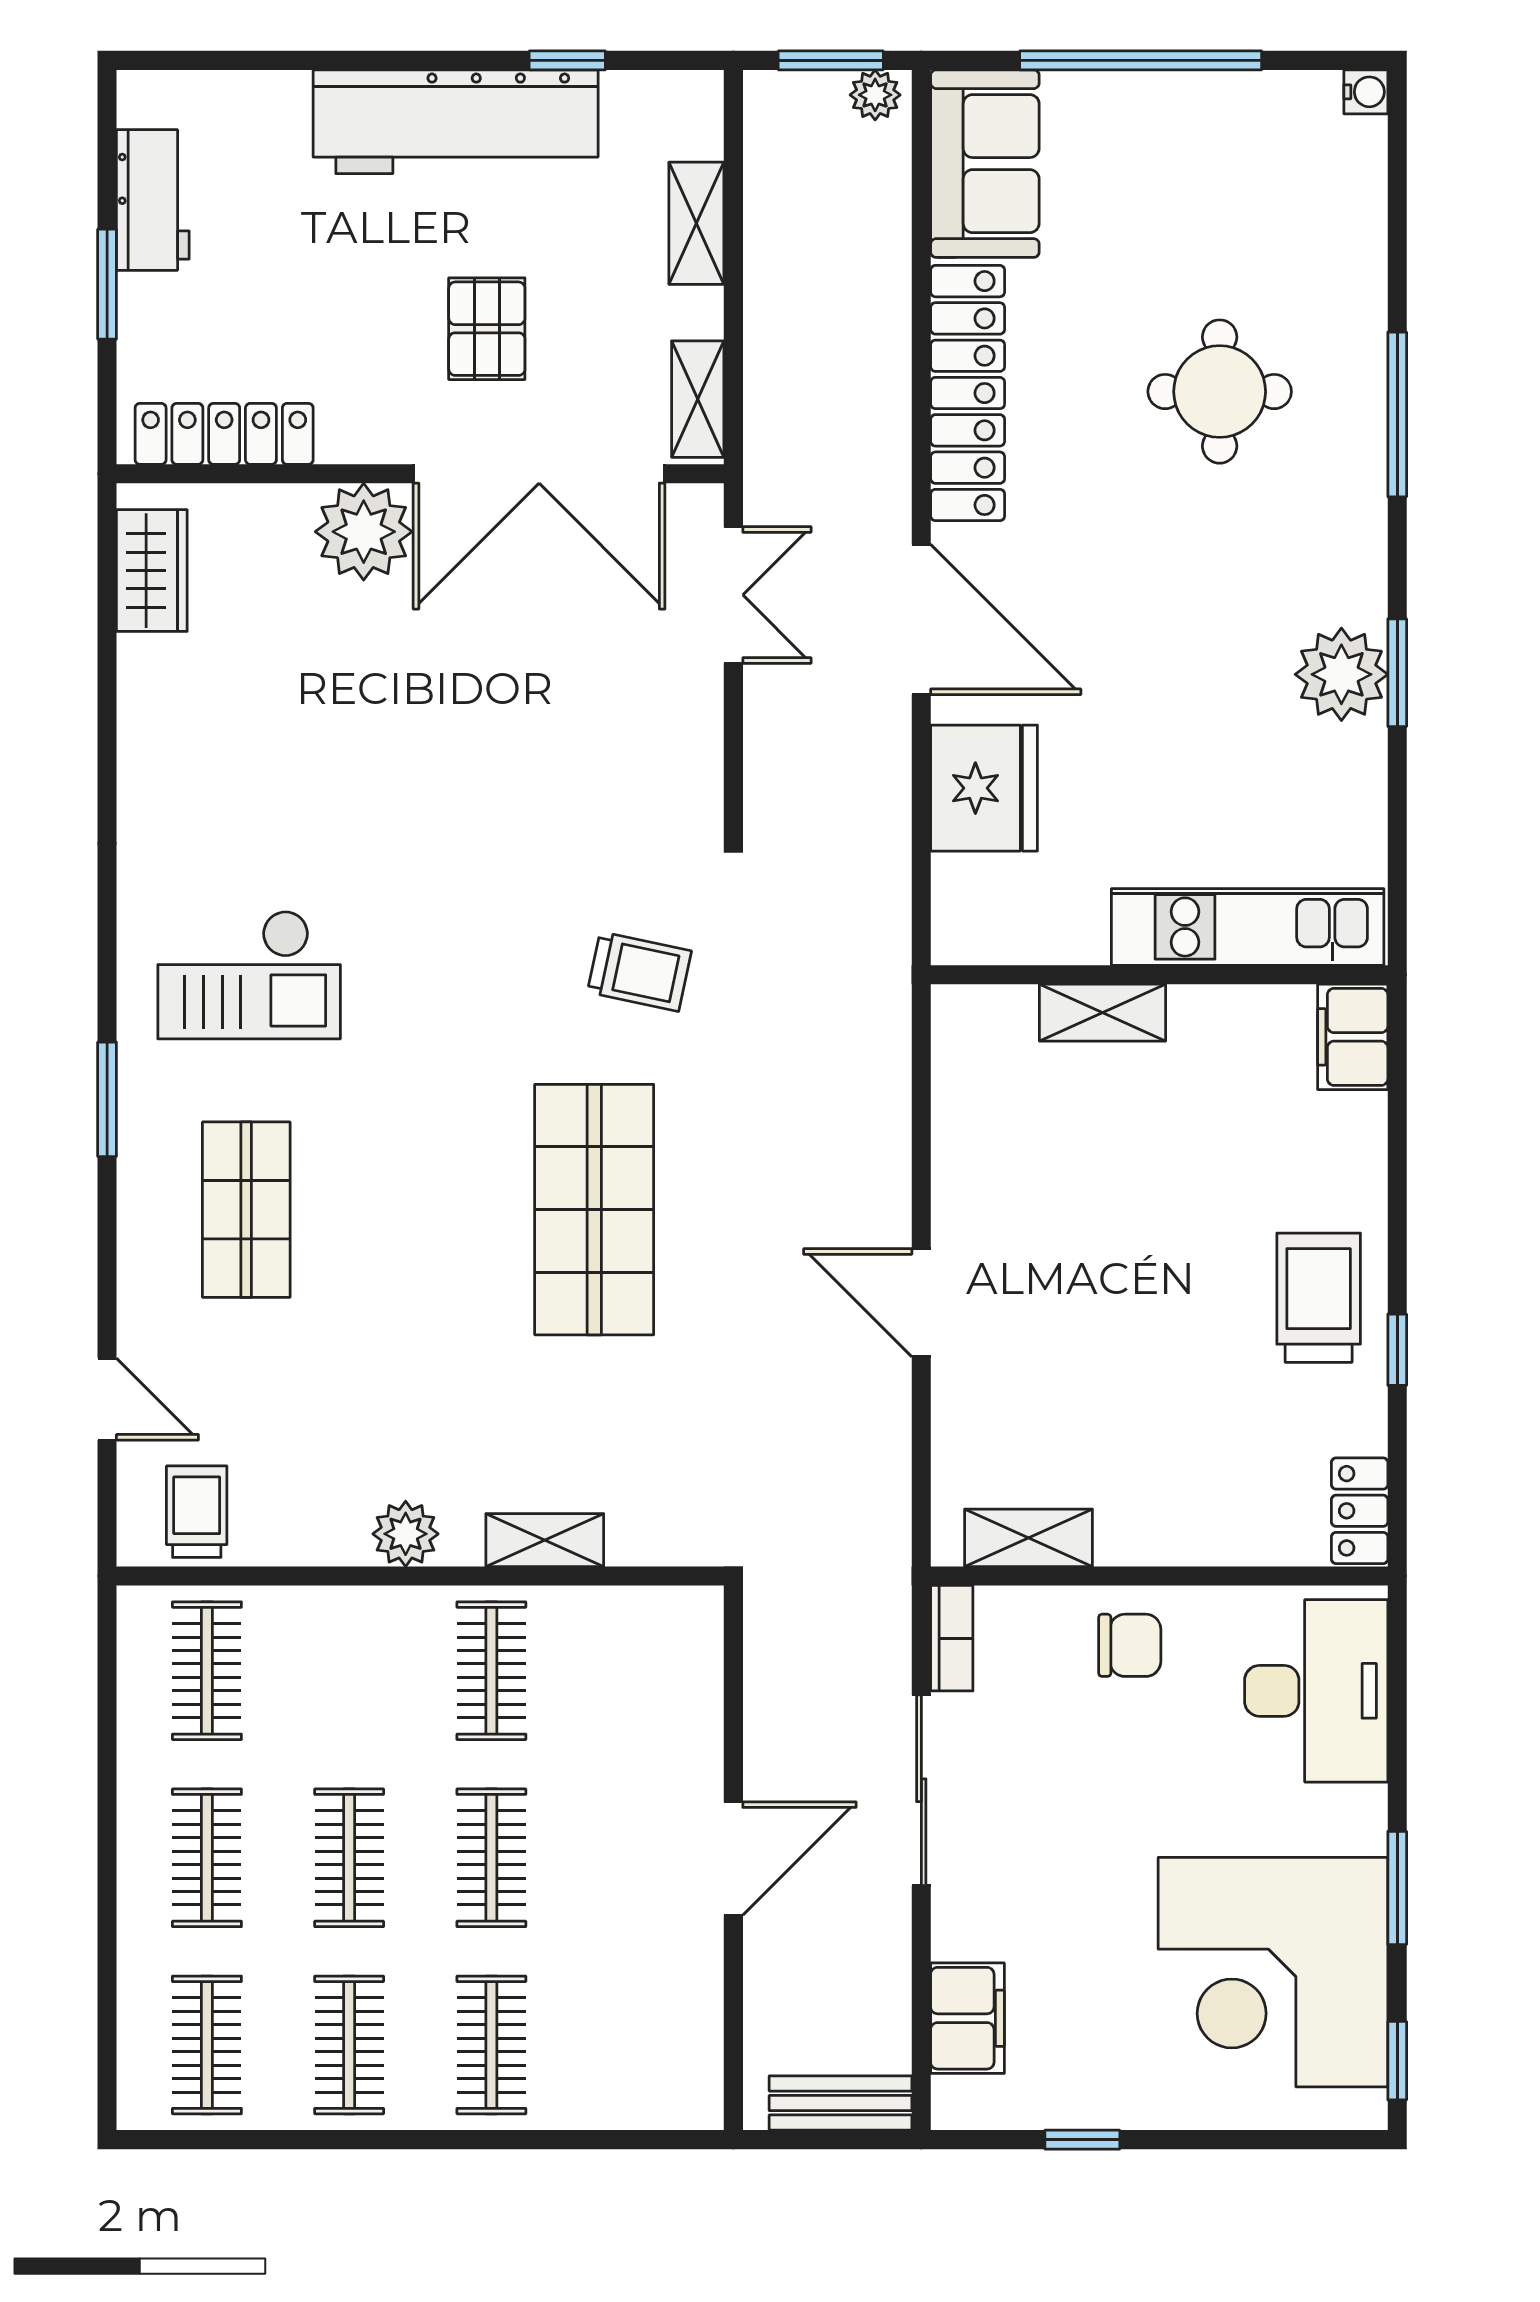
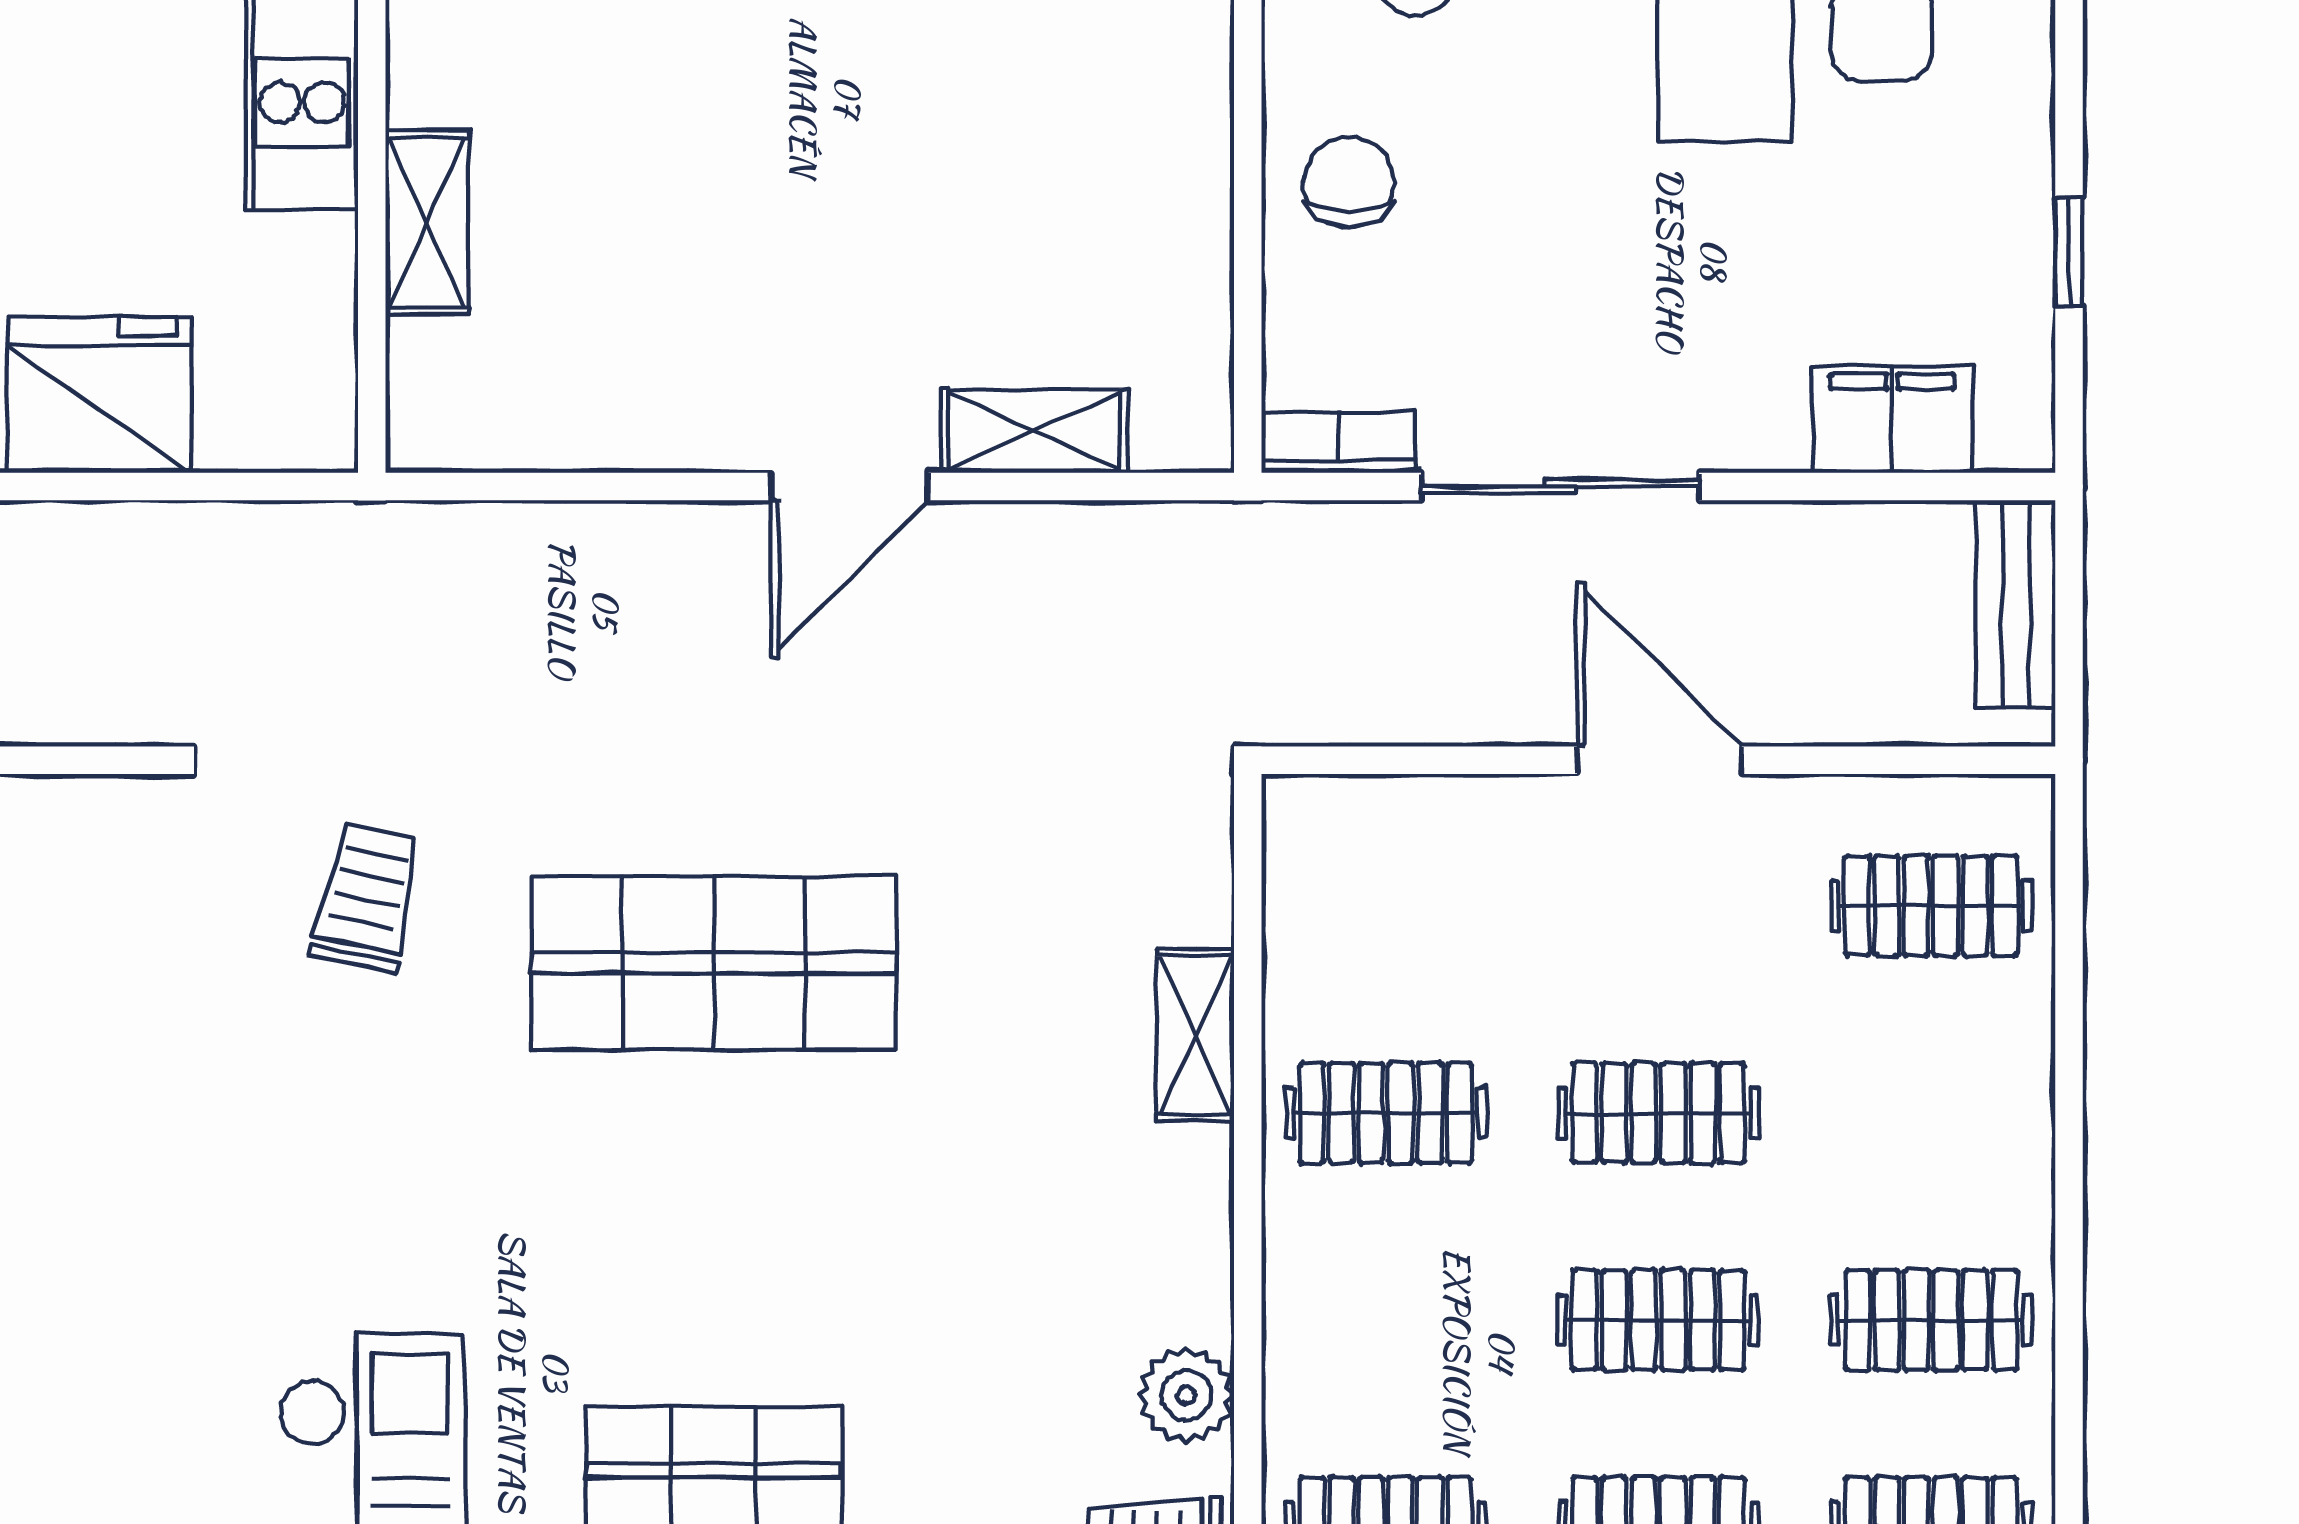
plant: (406, 1534) -> (1186, 1395), moved
shelving: (1029, 1538) -> (1034, 431), moved, turned 90
clothes rail: (491, 2045) -> (1931, 906), moved

